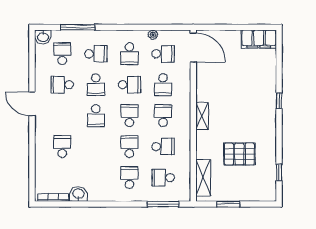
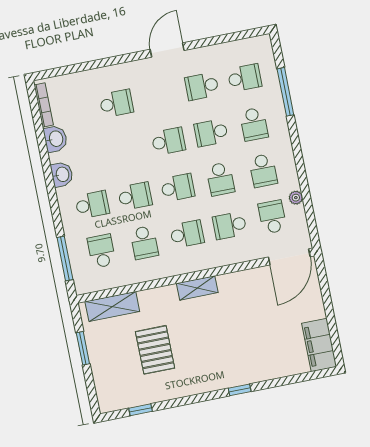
washbasin: (43, 37) -> (62, 174), moved, turned 180
school desk: (129, 54) -> (263, 171), turned -90
school desk: (163, 54) -> (272, 217), turned 180
school desk: (62, 85) -> (202, 86), turned -90
school desk: (96, 116) -> (168, 141), turned 180

